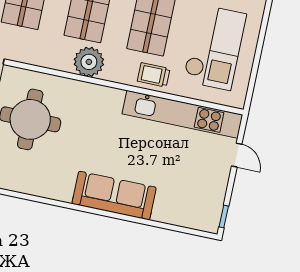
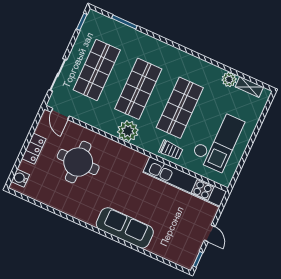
trolley: (154, 75) -> (171, 150), turned 180
door: (237, 155) -> (210, 233), moved

